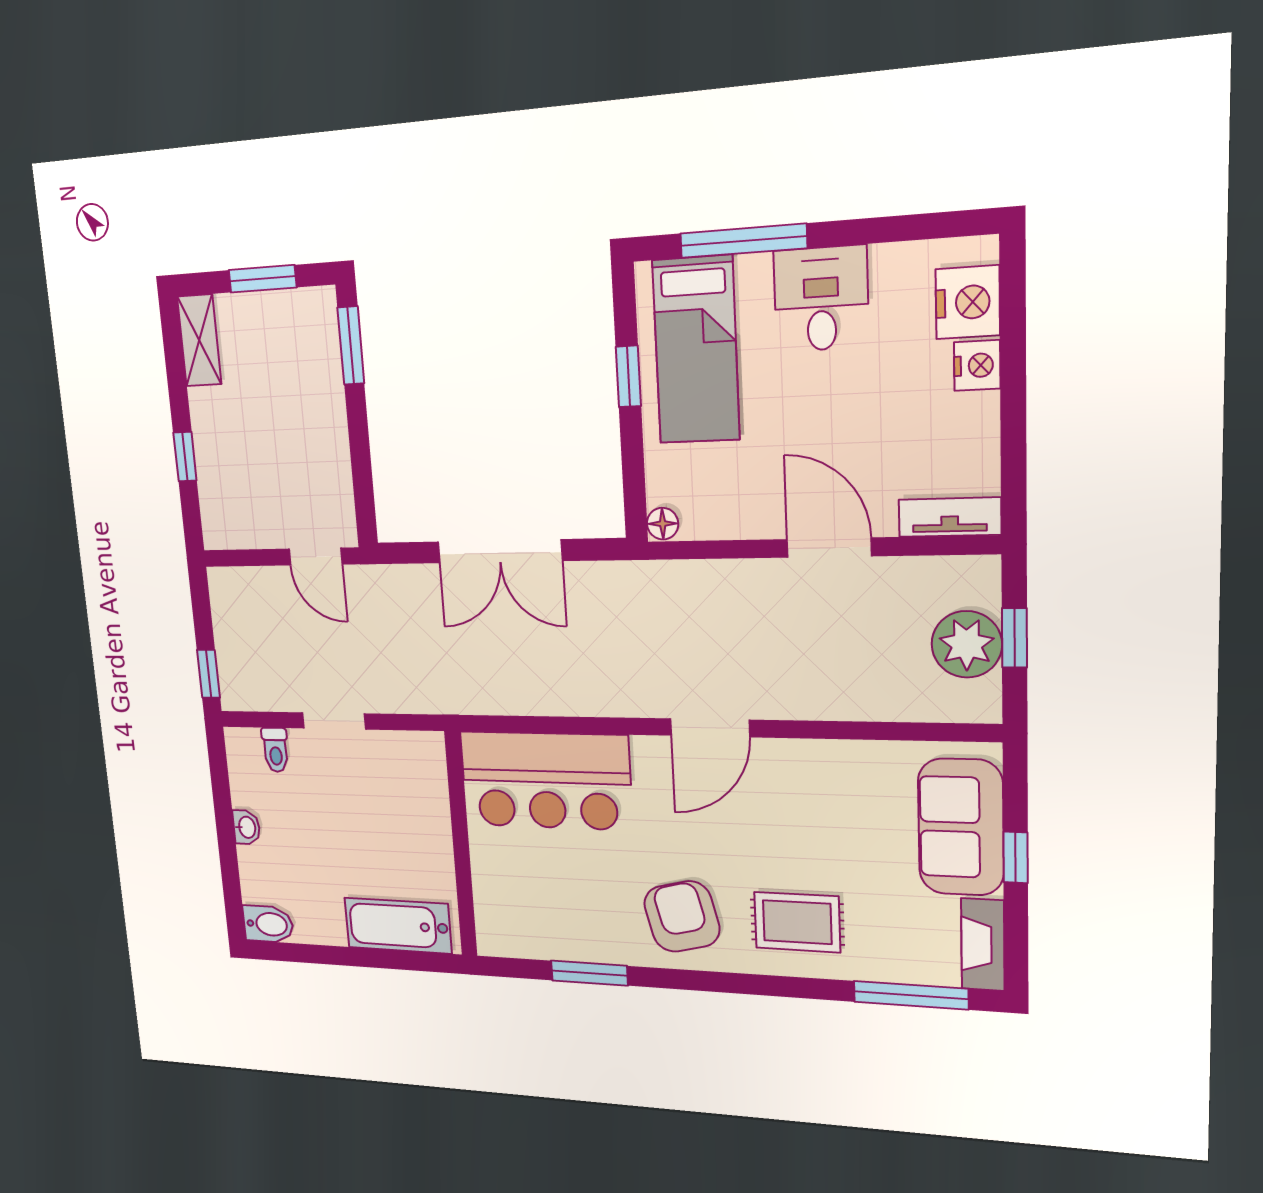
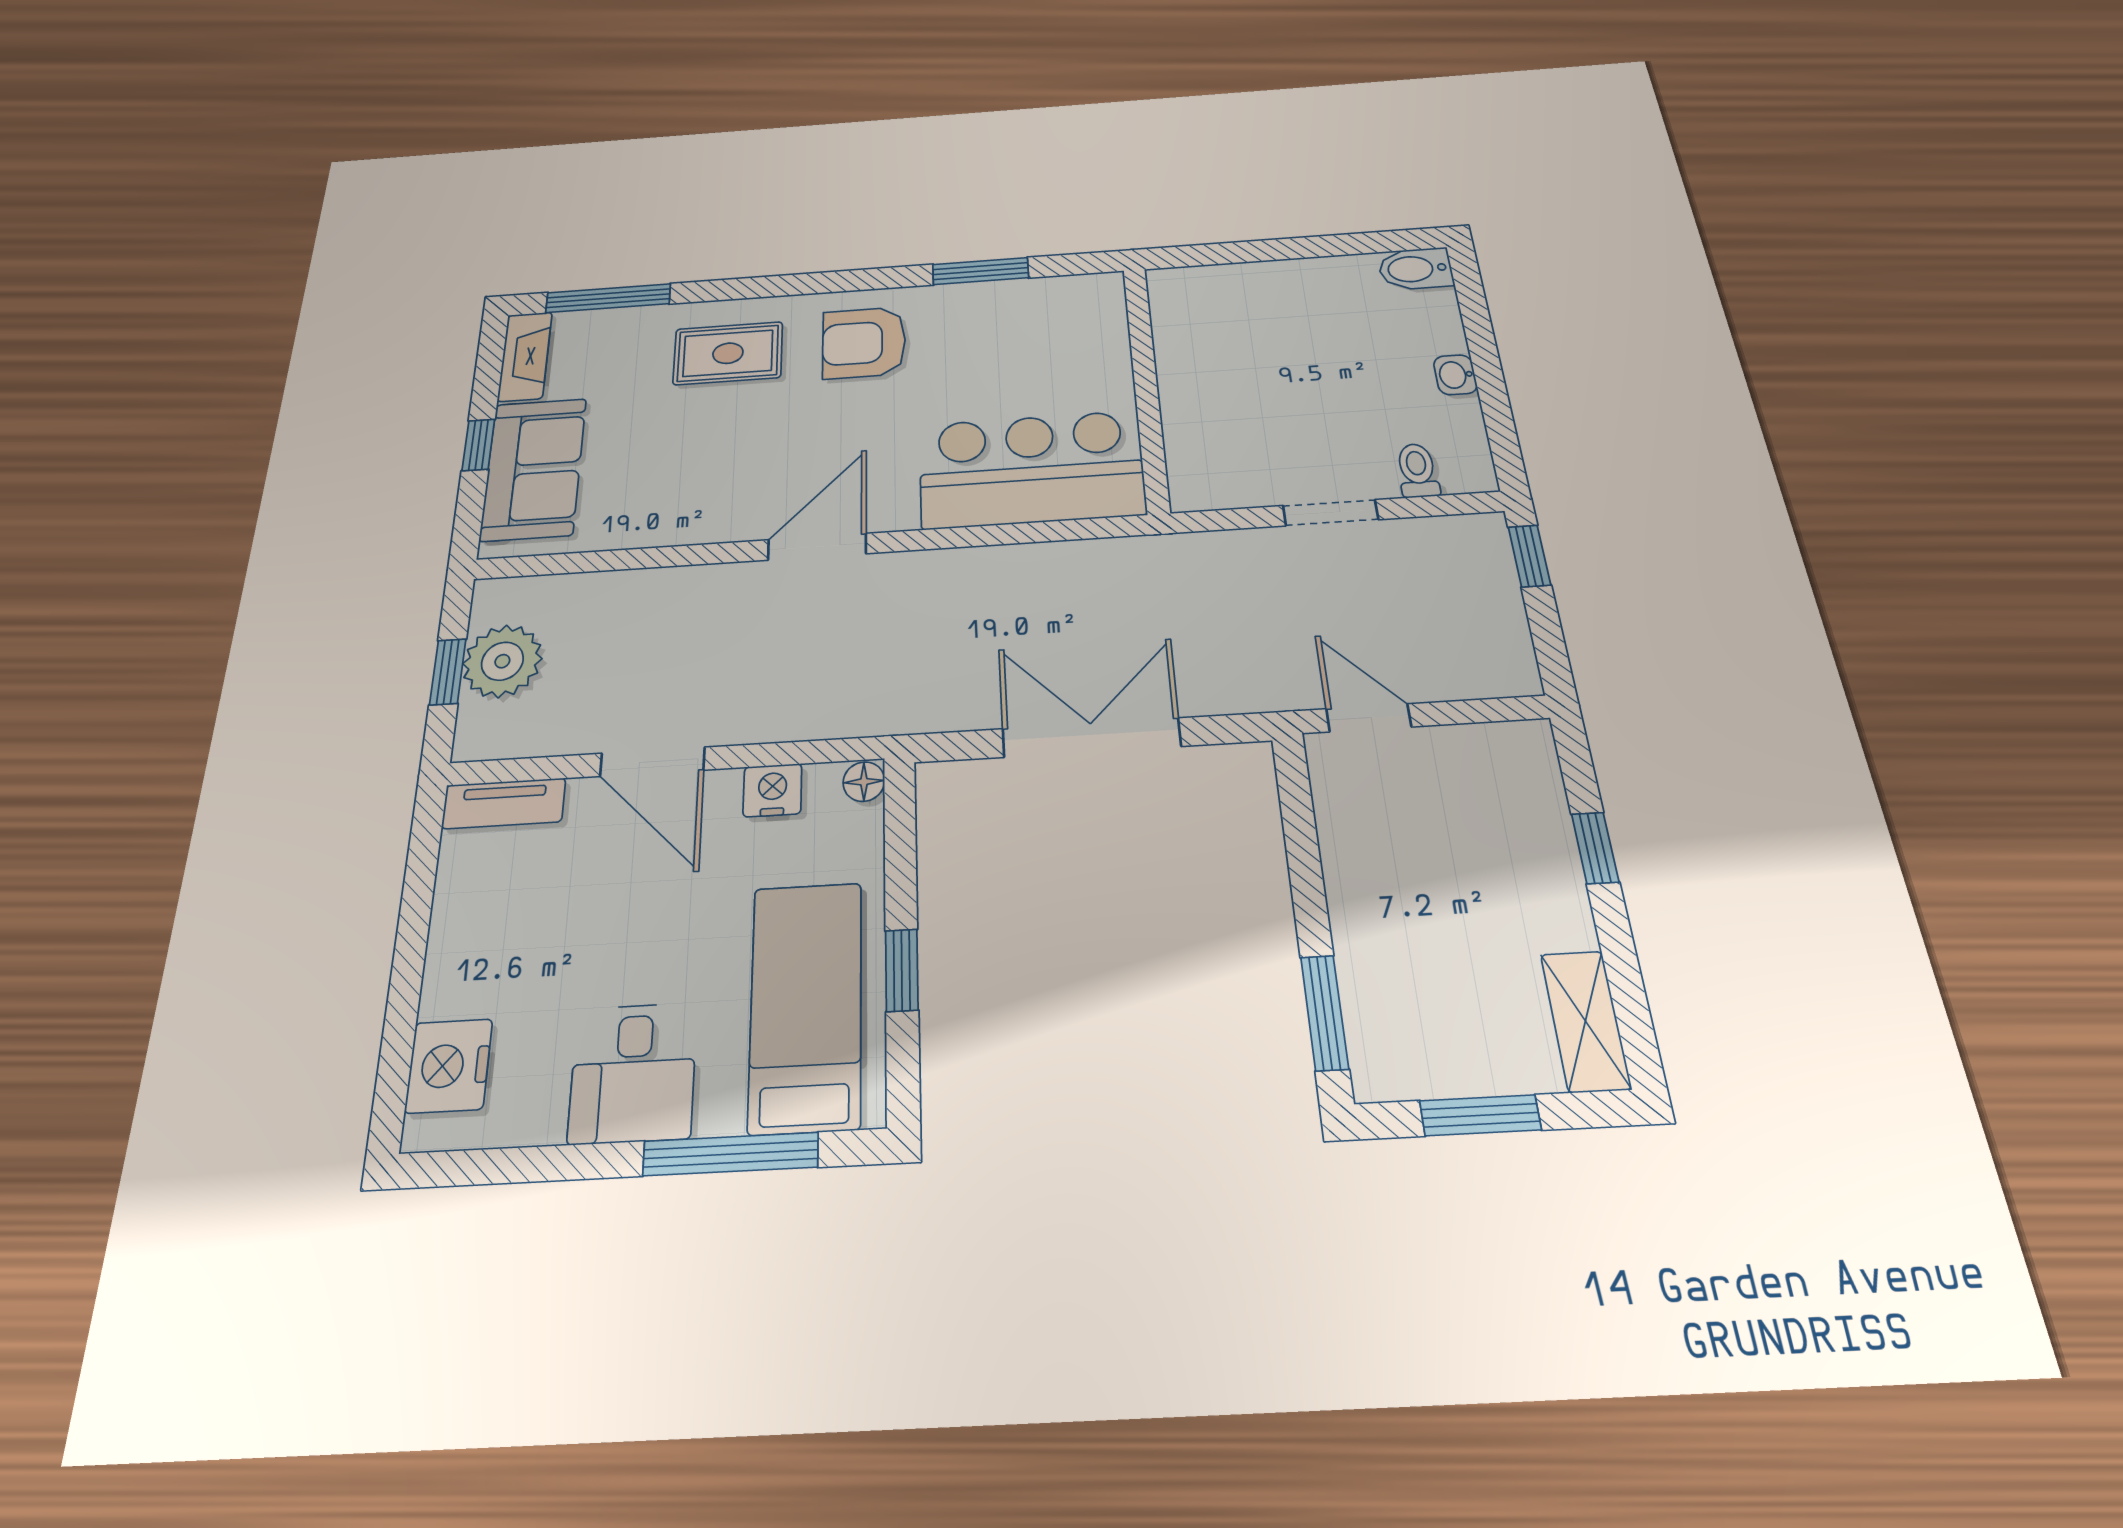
nightstand: (977, 365) -> (773, 790), moved, turned 90
armchair: (682, 916) -> (864, 343), turned 104
bathtub: (398, 926) -> (1231, 289), removed

